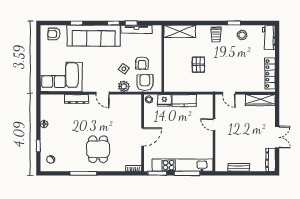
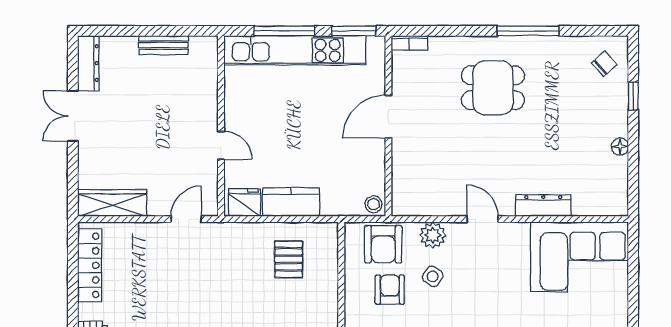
pallet: (198, 65) -> (289, 259), moved
door: (229, 93) -> (186, 219), hinge flipped
fridge: (164, 100) -> (245, 203), moved
dining table: (98, 149) -> (493, 88), turned 90

